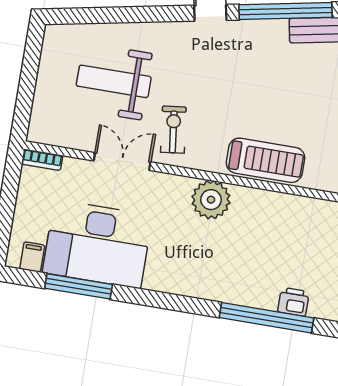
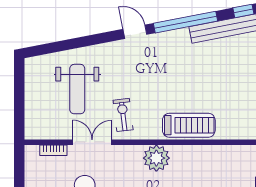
weight bench: (114, 81) -> (77, 89), turned -90
bookcase: (42, 160) -> (53, 150), moved

